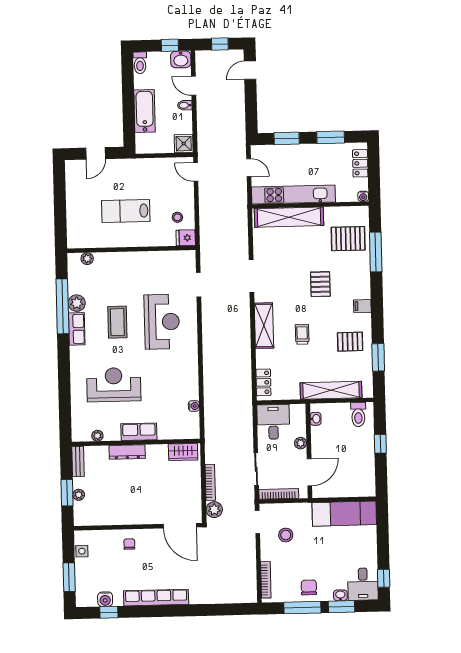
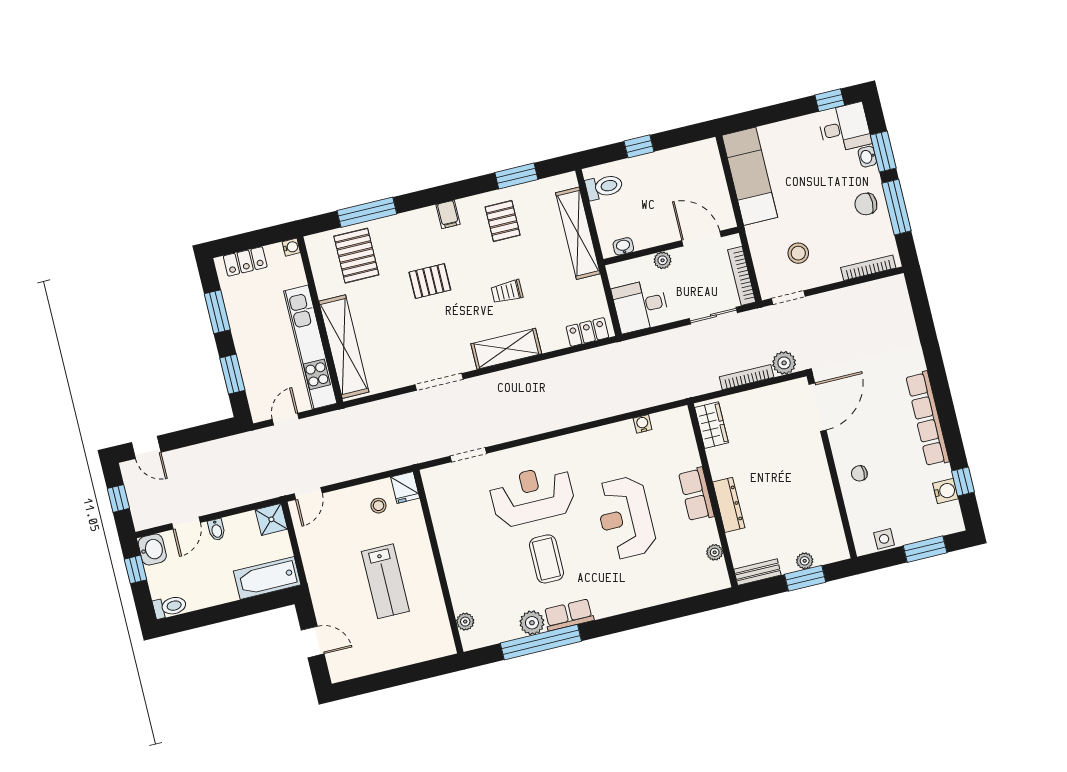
bathtub: (145, 111) -> (267, 578), moved
coffee table: (117, 322) -> (546, 559), turned 90
reception desk: (114, 385) -> (625, 518), moved

